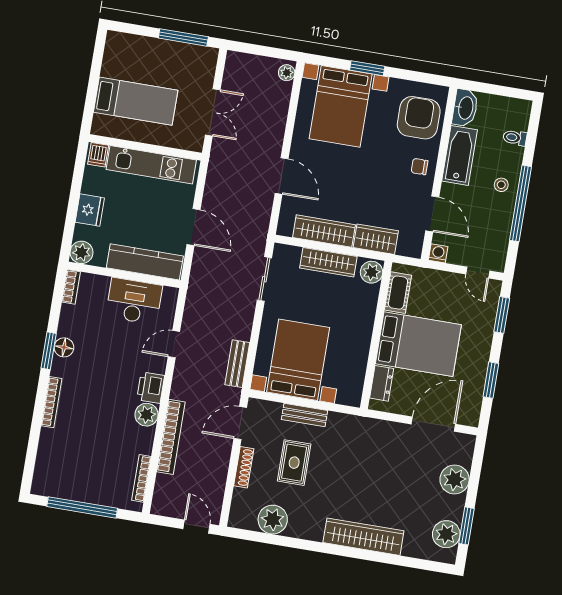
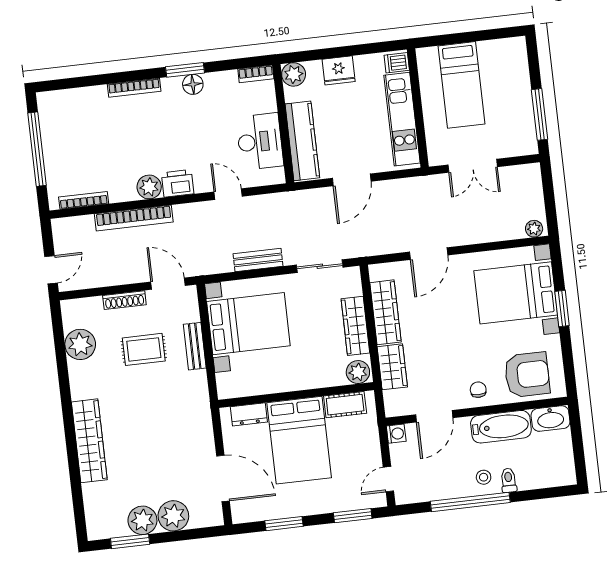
toilet: (515, 138) -> (509, 480), moved
bench: (237, 364) -> (258, 260), moved
plant: (446, 534) -> (142, 520), moved

